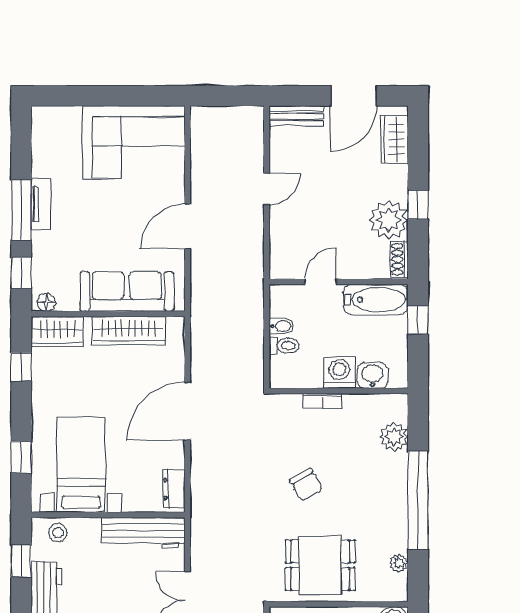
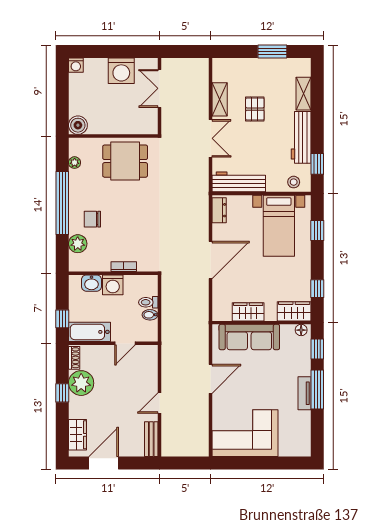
bench: (296, 116) -> (151, 439), moved, turned 90
wardrobe: (129, 331) -> (248, 312), width x0.67
chair: (306, 485) -> (92, 219), moved, turned -60

